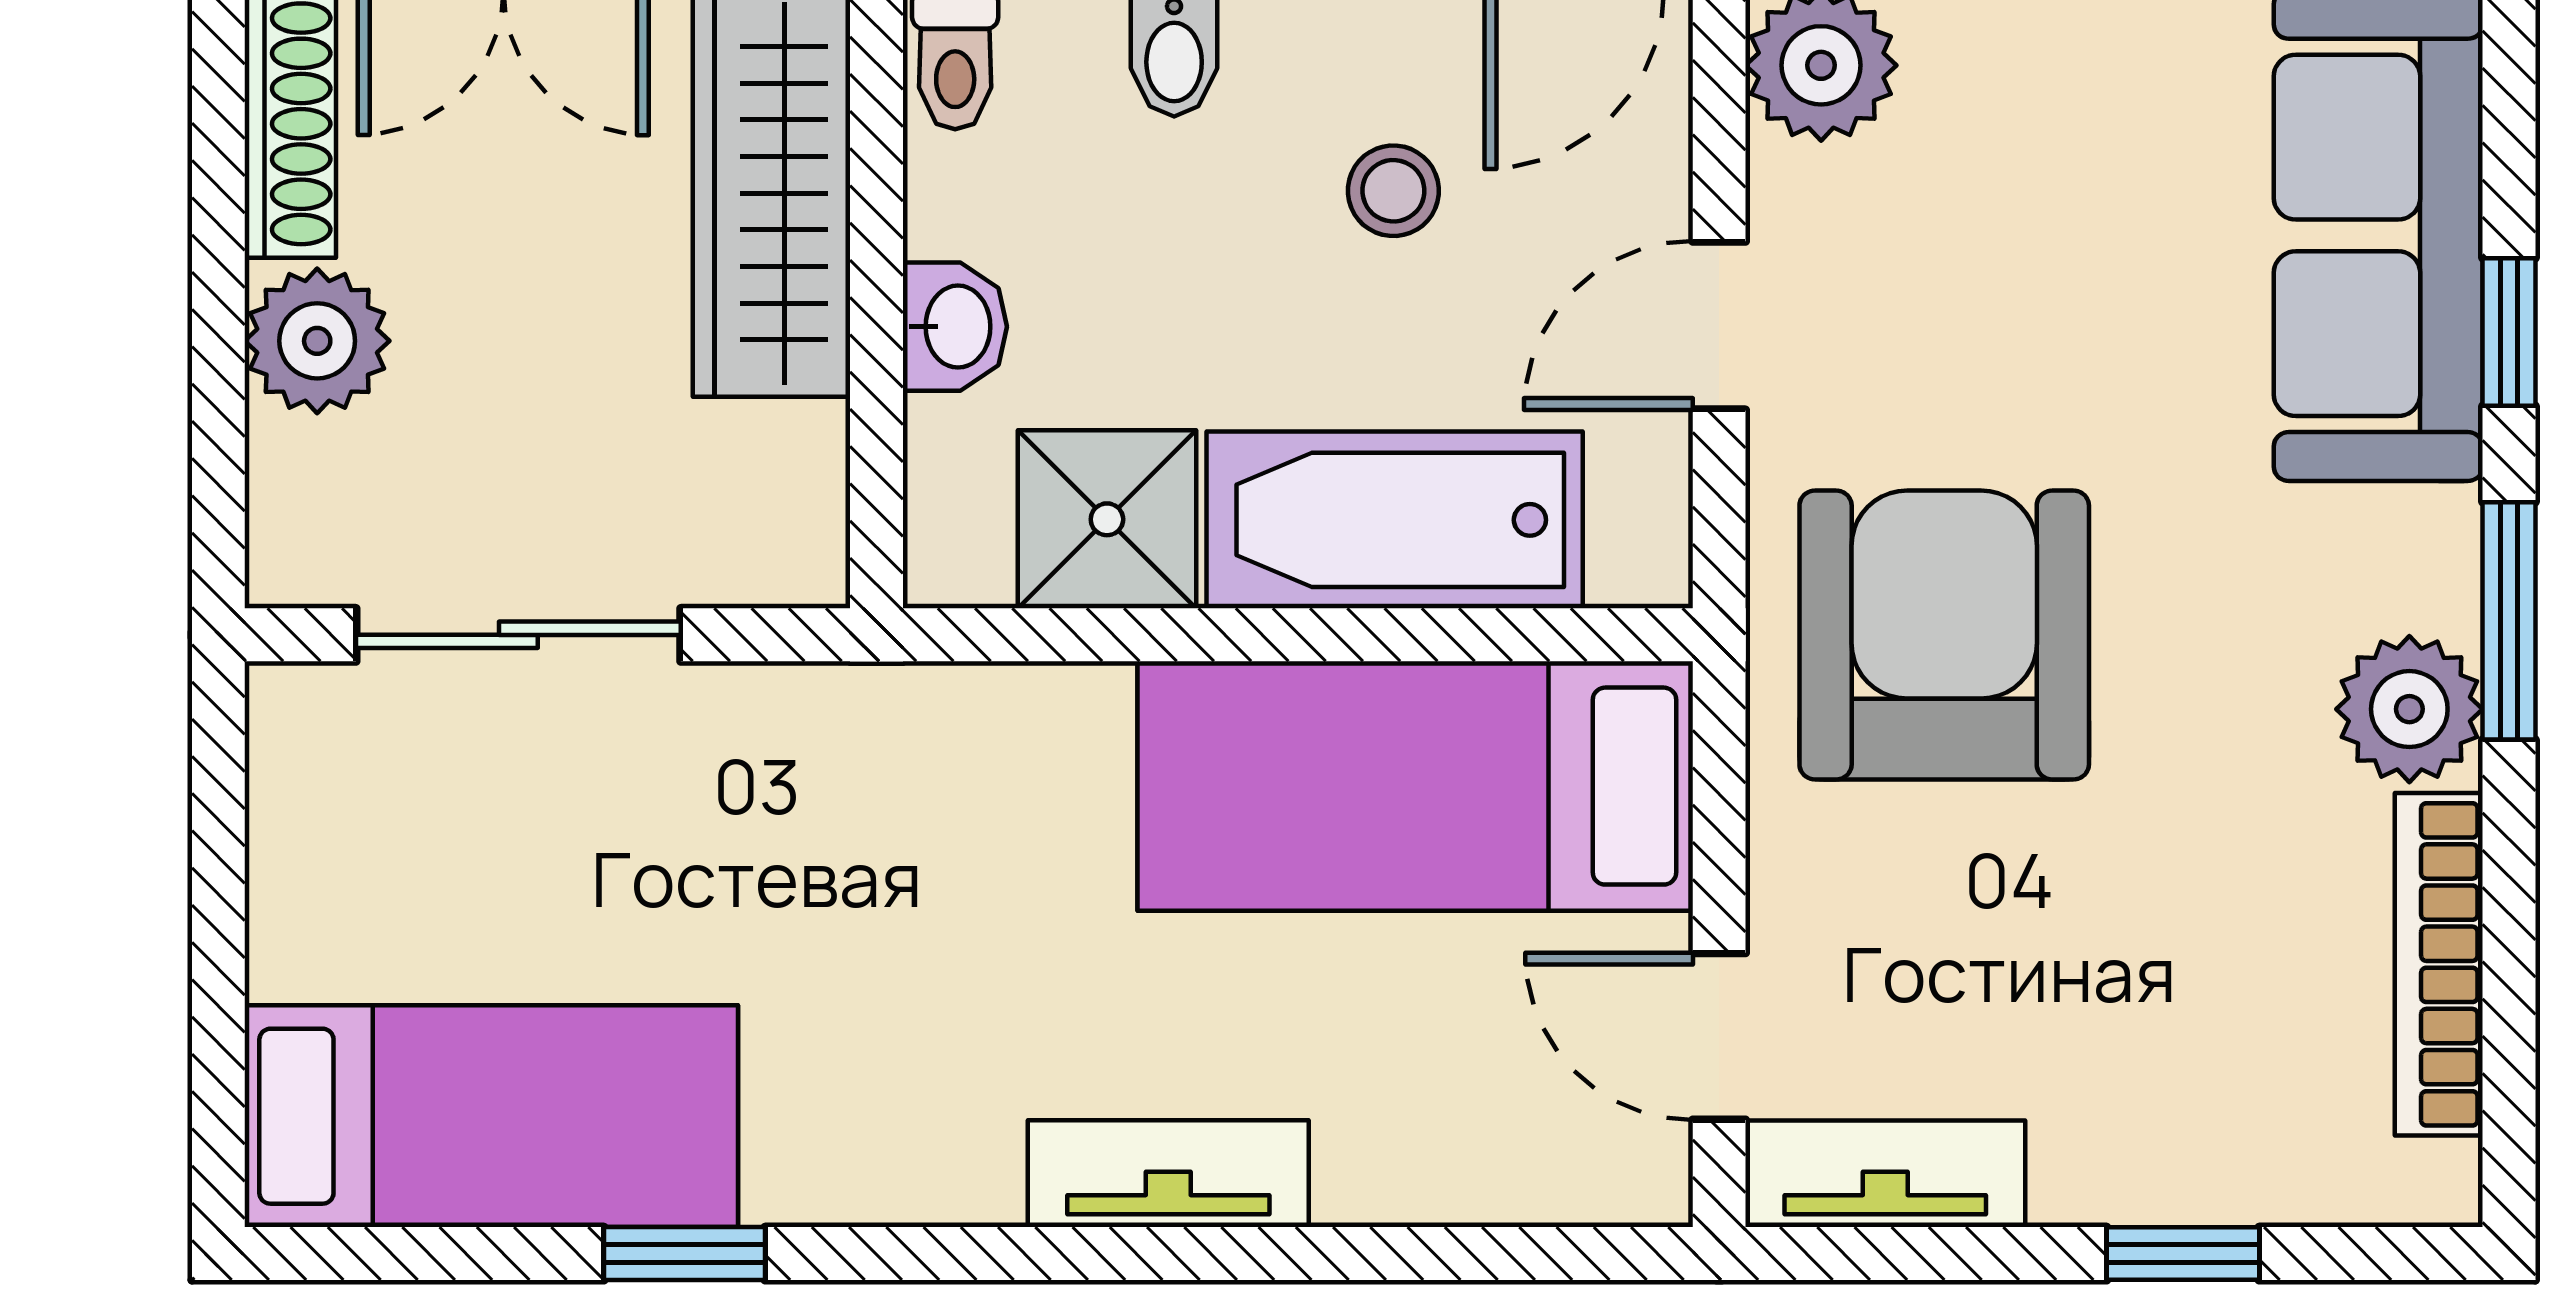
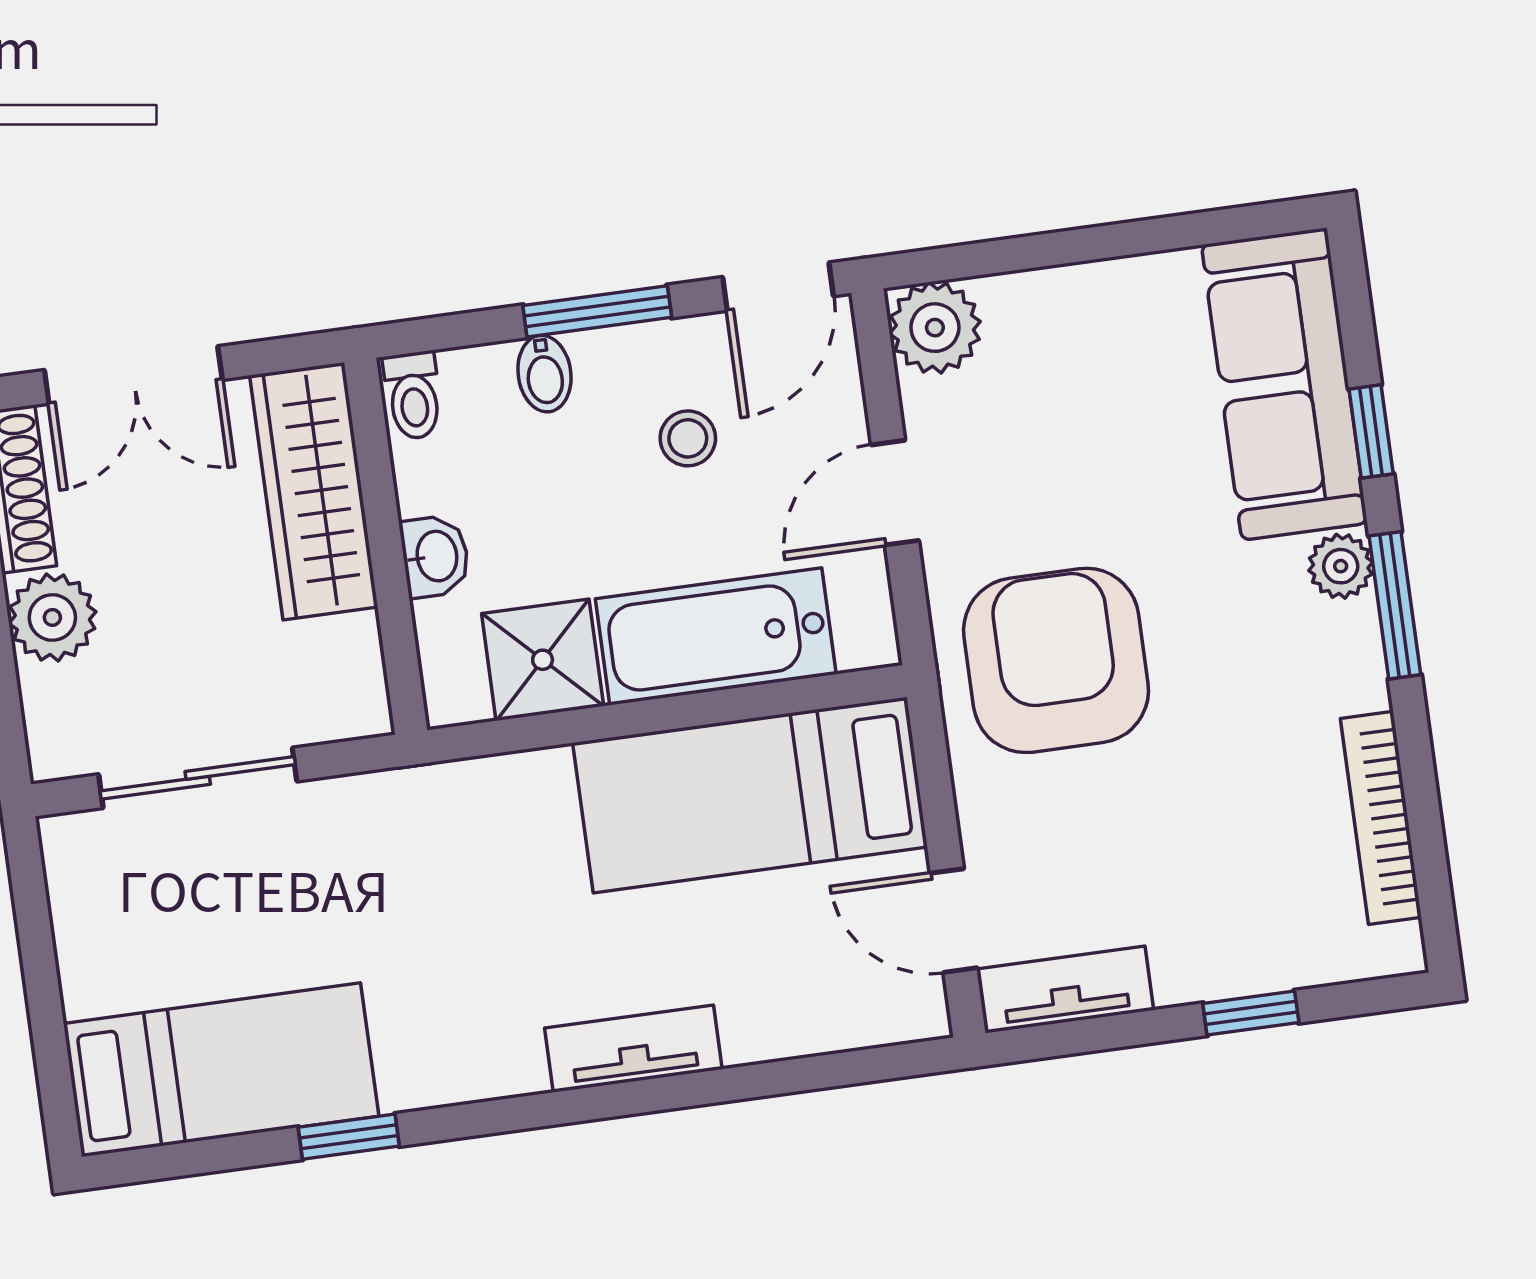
plant: (2409, 709) -> (1341, 566), moved, width x0.73, depth x0.73

